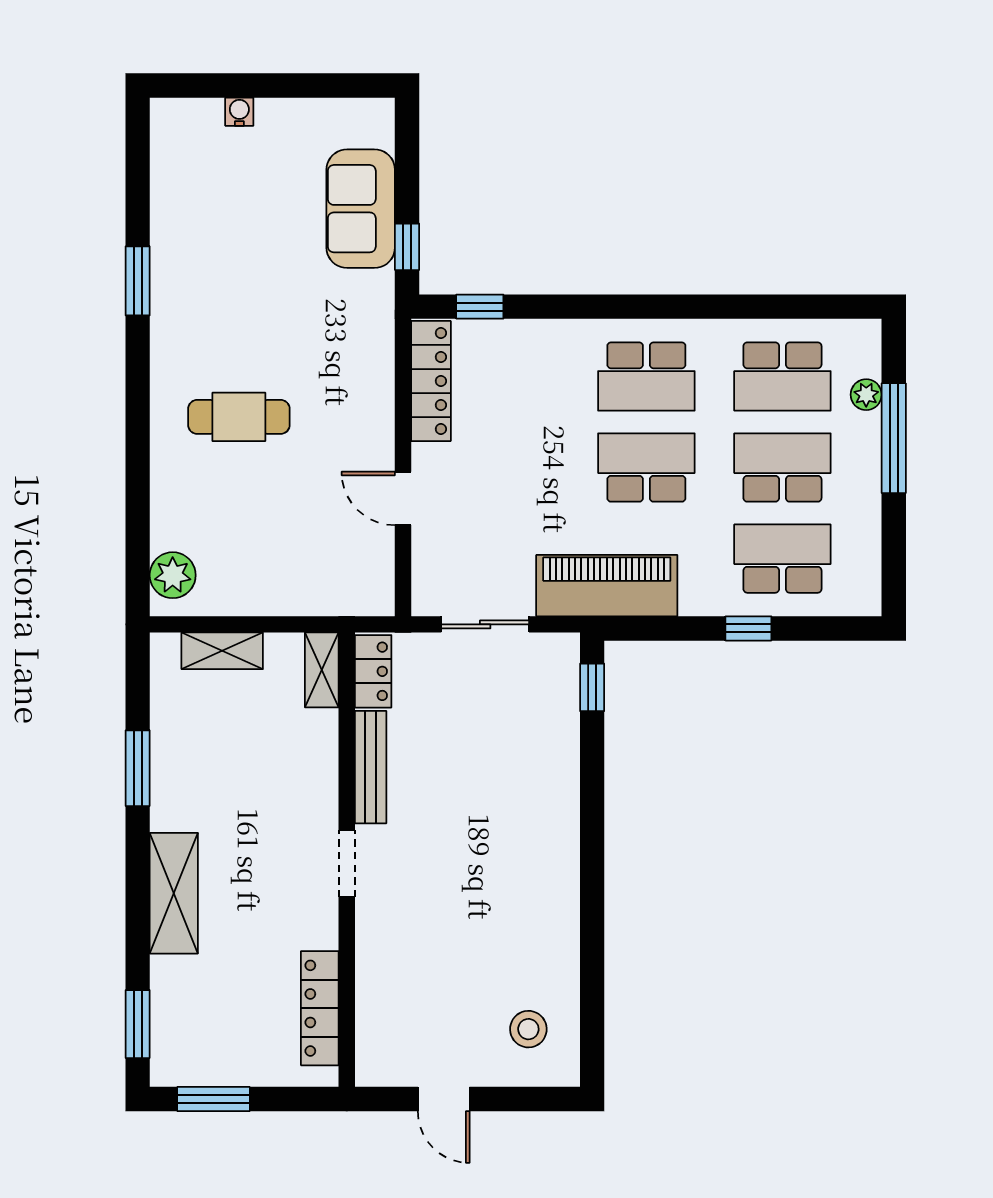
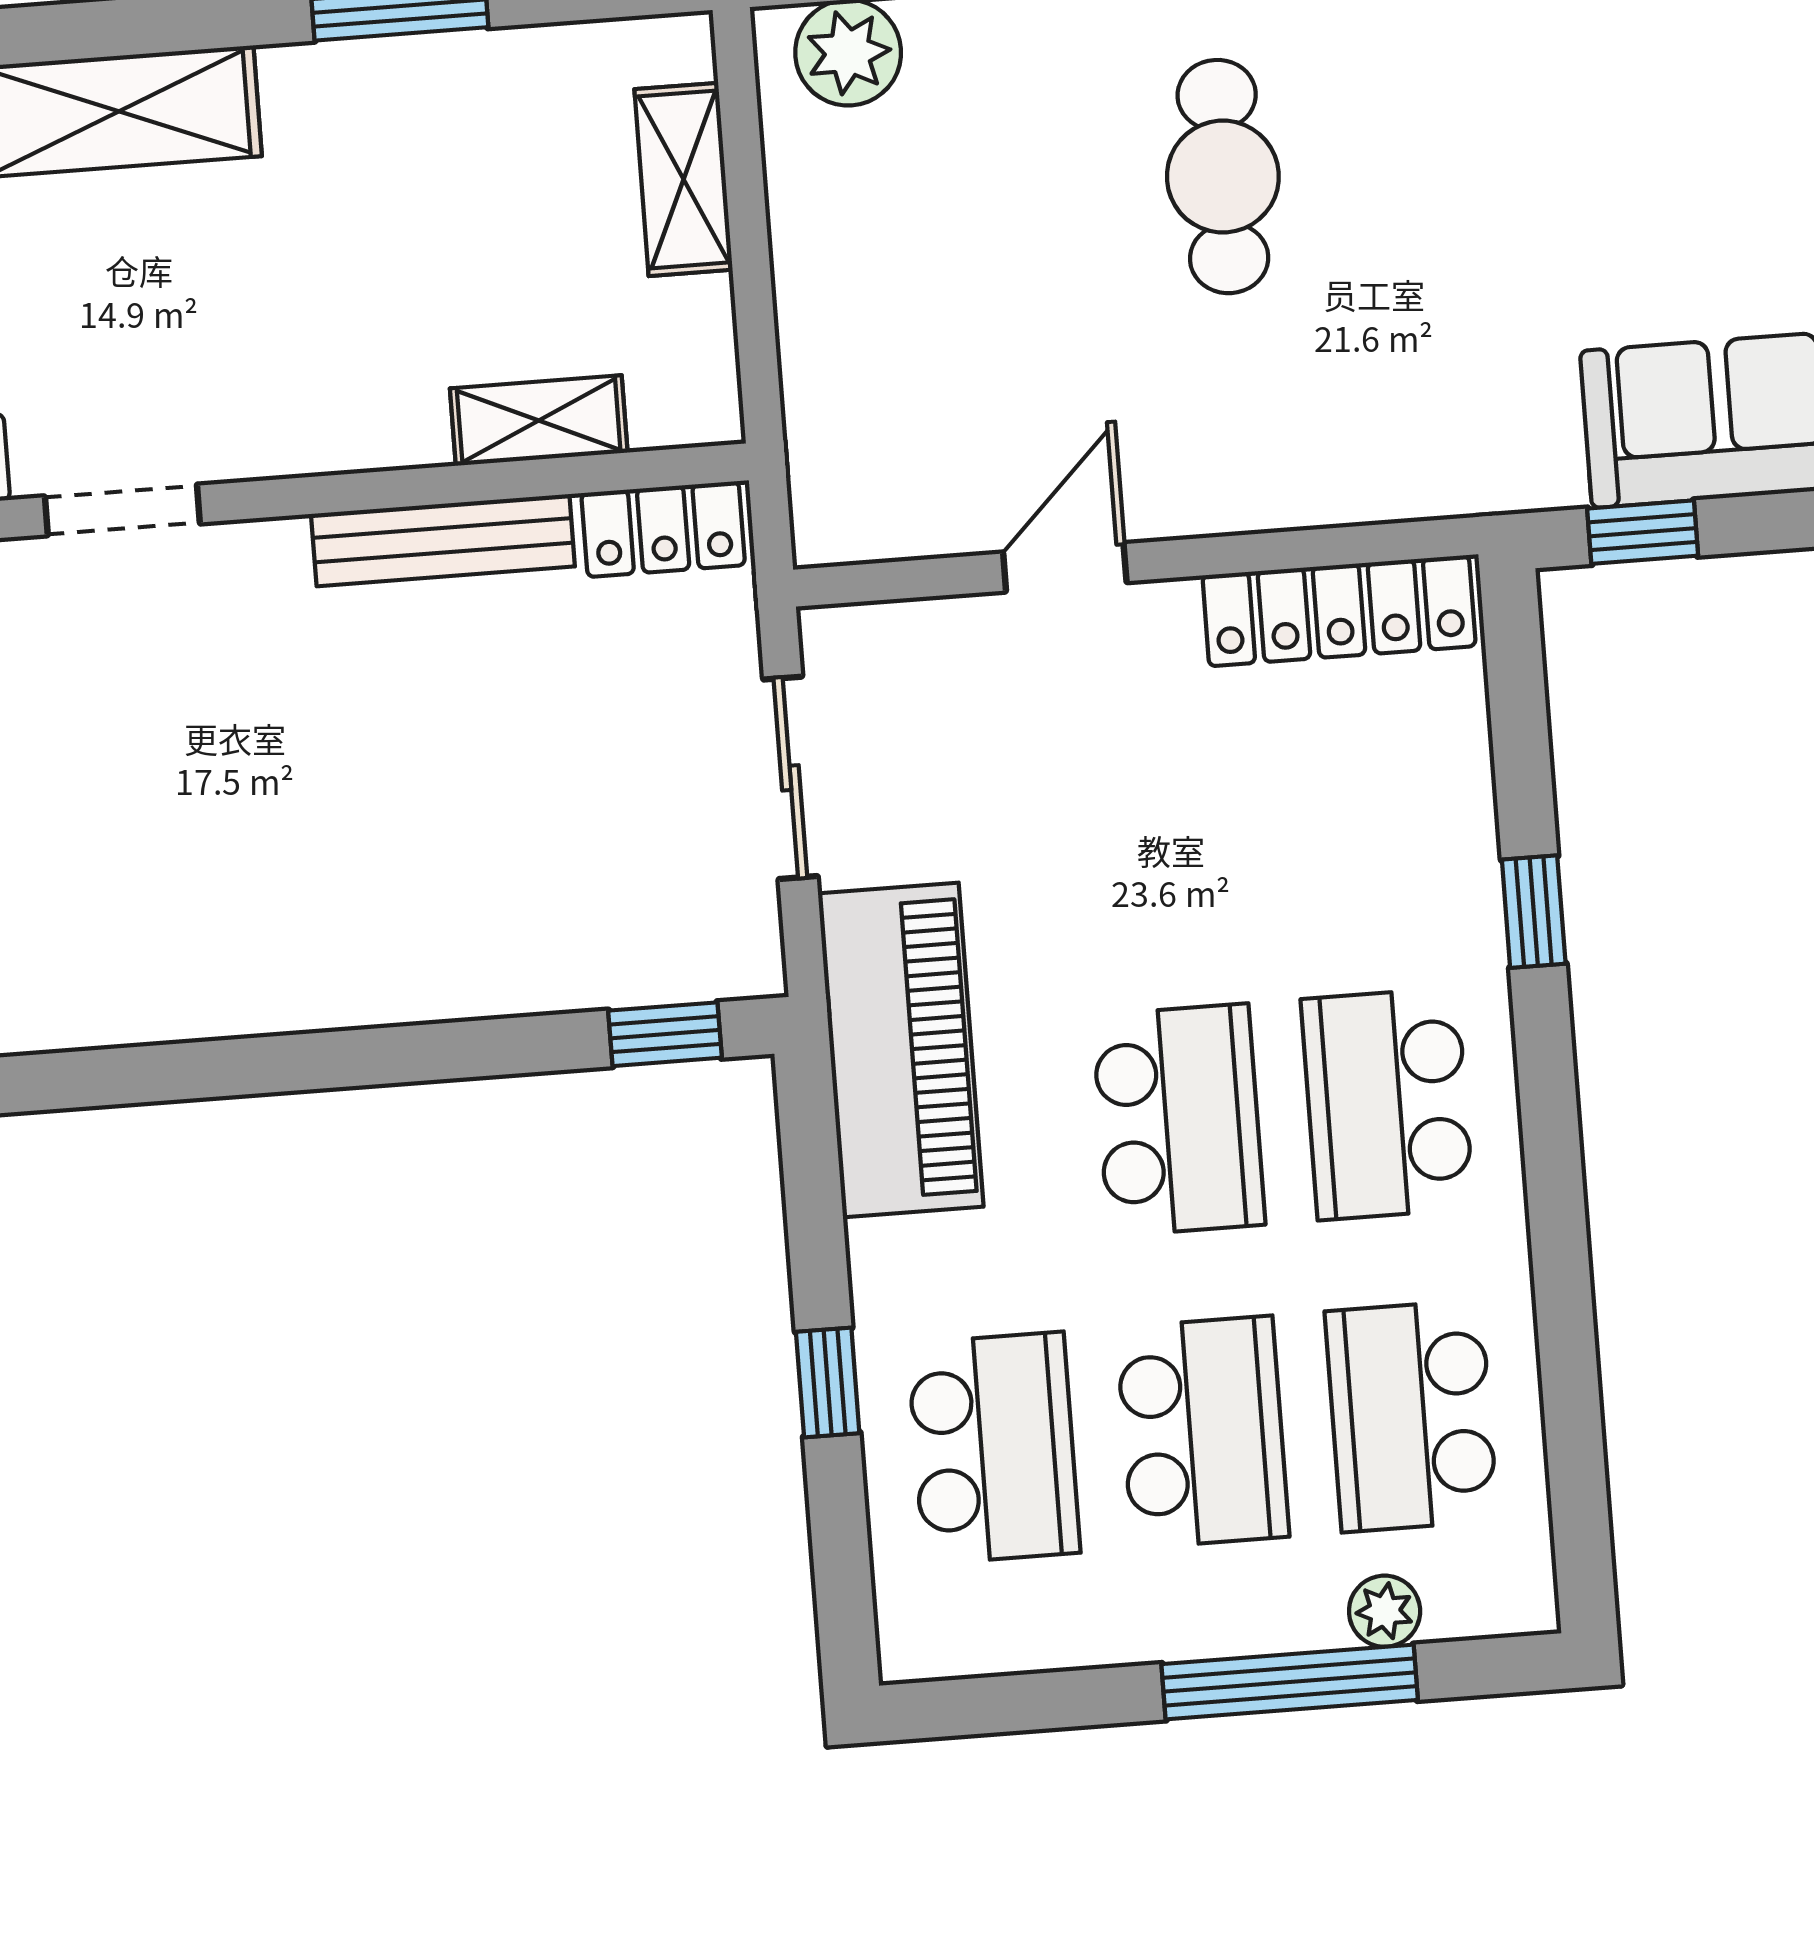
window: (480, 307) -> (1534, 912), moved
shelving: (322, 670) -> (539, 420), moved
doorway: (347, 864) -> (122, 510), moved

